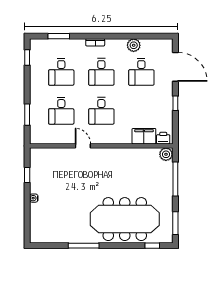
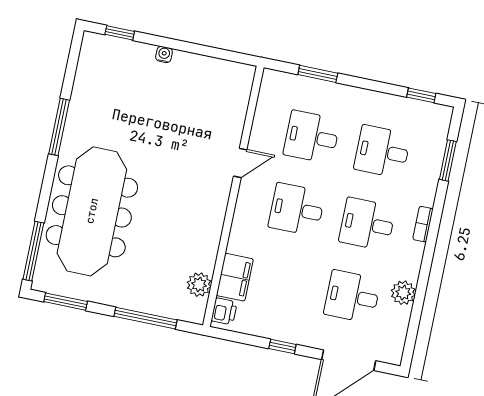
plant: (166, 154) -> (199, 285), moved
window: (27, 175) -> (120, 33), moved
window: (152, 246) -> (33, 251), width x2.17

